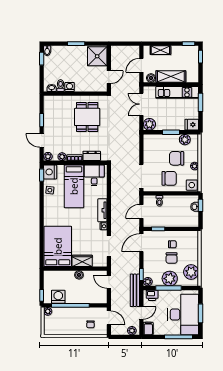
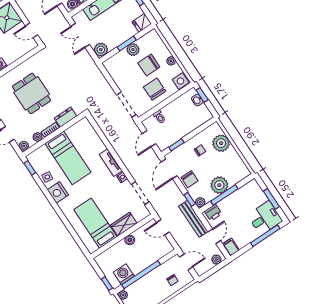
door: (109, 77) -> (32, 30), swing flipped
dining table: (87, 117) -> (32, 93), moved
plant: (185, 140) -> (133, 50), moved
nightstand: (50, 172) -> (58, 192), moved
desk: (94, 175) -> (80, 134), removed
chair: (169, 178) -> (155, 89), turned -90
bed: (58, 246) -> (95, 223), width x0.67
chair: (172, 258) -> (190, 179), moved
plant: (191, 272) -> (221, 143), moved
desk: (183, 314) -> (265, 218), width x0.53, depth x0.77

